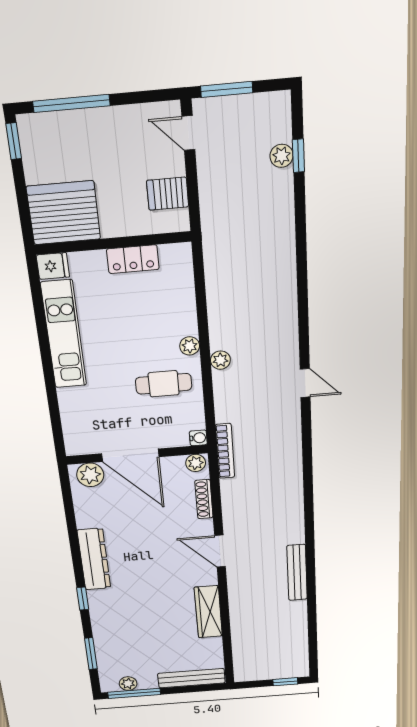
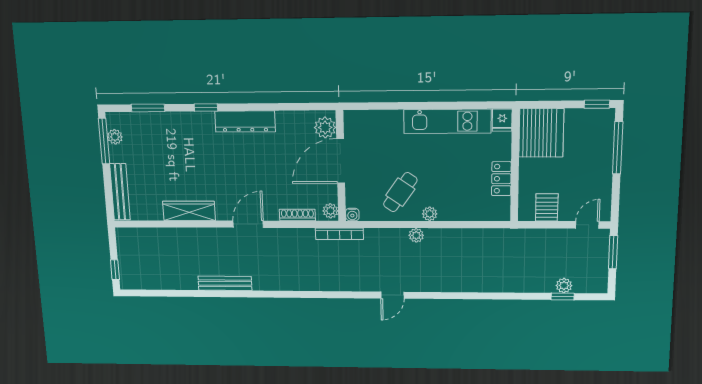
cafe table: (164, 384) -> (400, 192), turned 35

